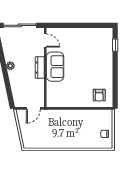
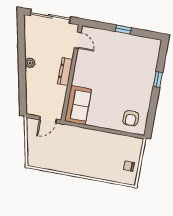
window: (80, 25) -> (123, 30), added
window: (115, 45) -> (158, 79), moved
sofa: (55, 67) -> (78, 105), moved

